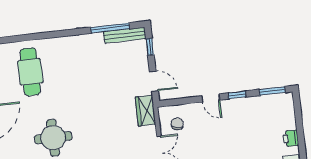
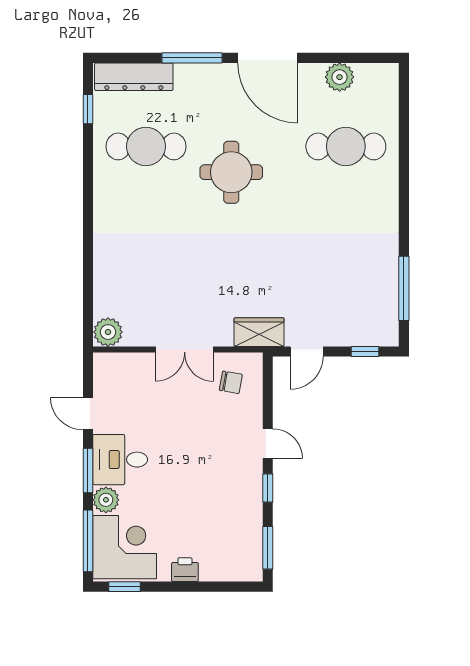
bench: (125, 35) -> (389, 311), removed
door: (211, 98) -> (268, 444), swing flipped

